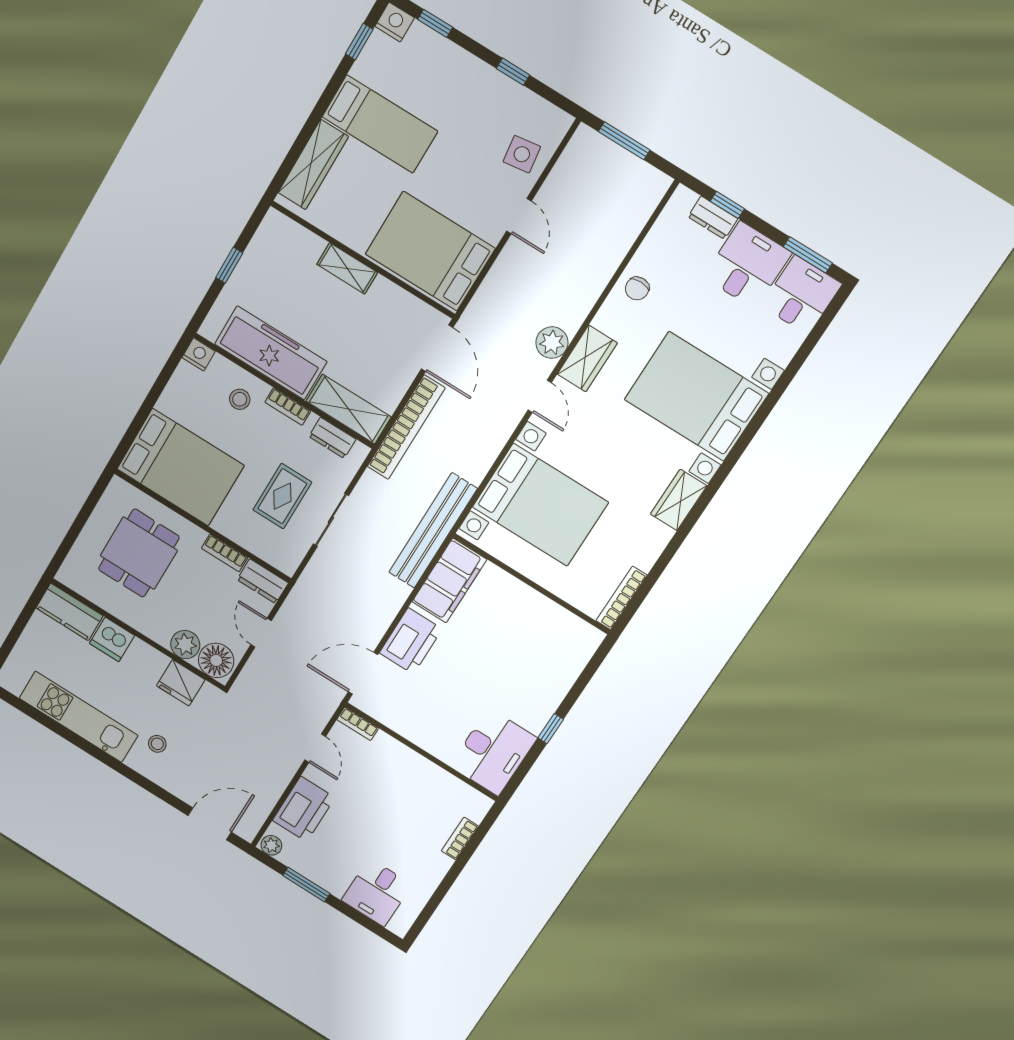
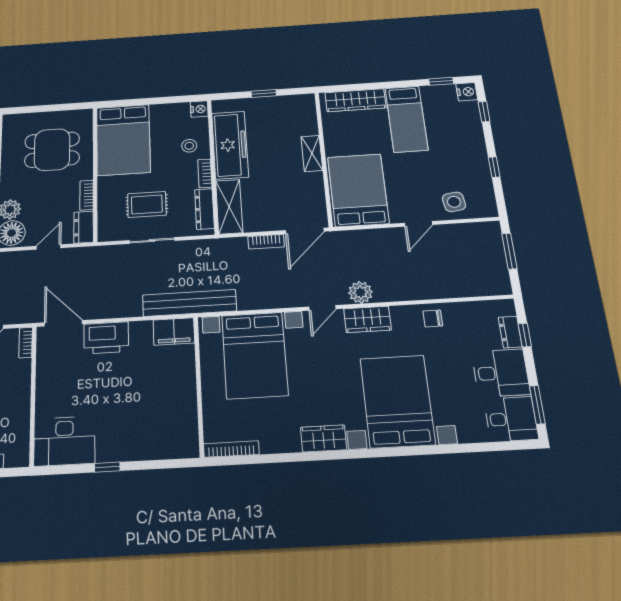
bookcase: (406, 427) -> (266, 242), width x0.43, depth x0.76
dresser: (332, 438) -> (204, 209), width x1.44
filing cabinet: (449, 581) -> (174, 331), width x0.67, depth x0.86

